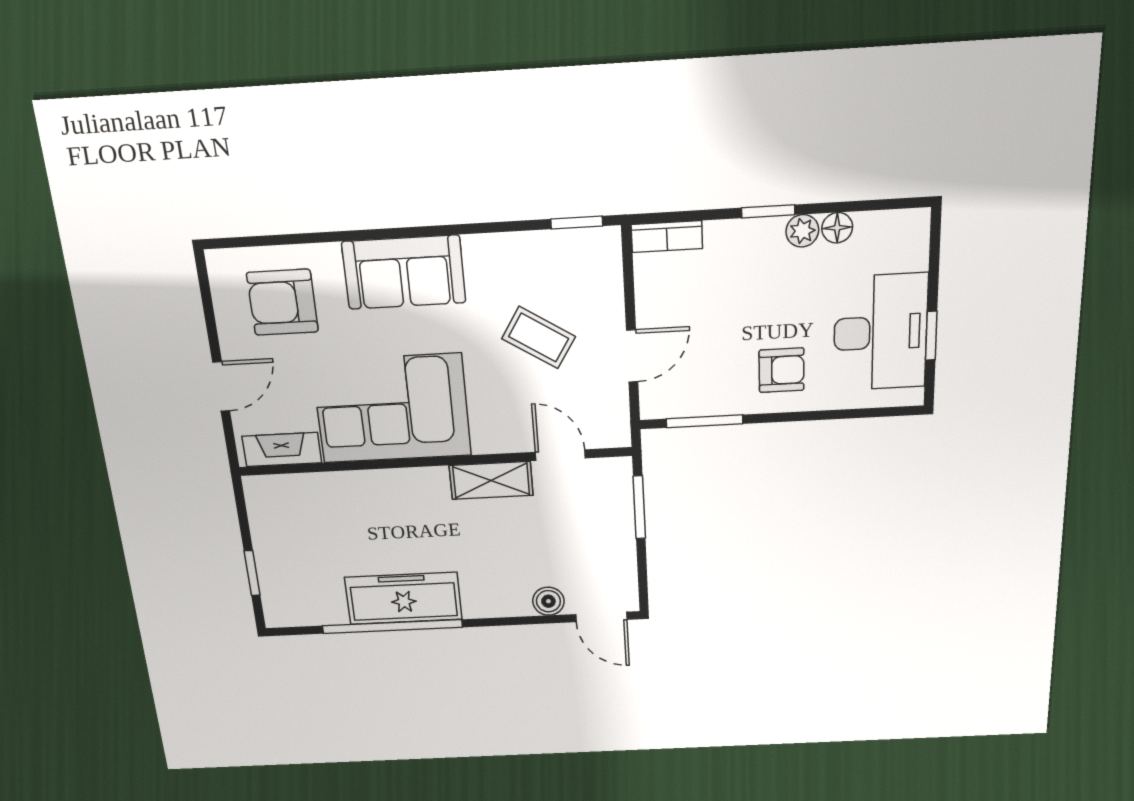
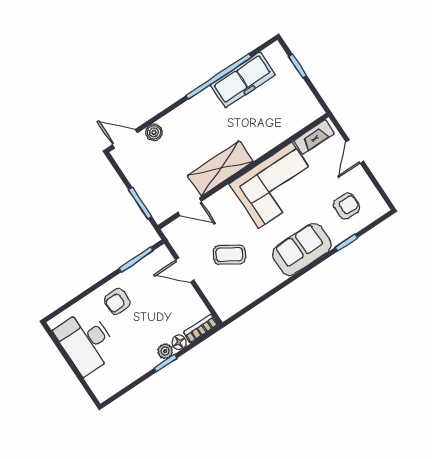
window: (577, 223) -> (346, 242), moved
floor lamp: (837, 228) -> (179, 342), moved
plant: (802, 231) -> (165, 351), moved
armchair: (282, 302) -> (346, 206), width x0.72, depth x0.72
window: (931, 336) -> (64, 353), removed
door: (632, 356) -> (185, 270), hinge flipped
shelving: (491, 480) -> (220, 168), width x1.50, depth x1.33
freezer: (404, 598) -> (243, 80), moved

